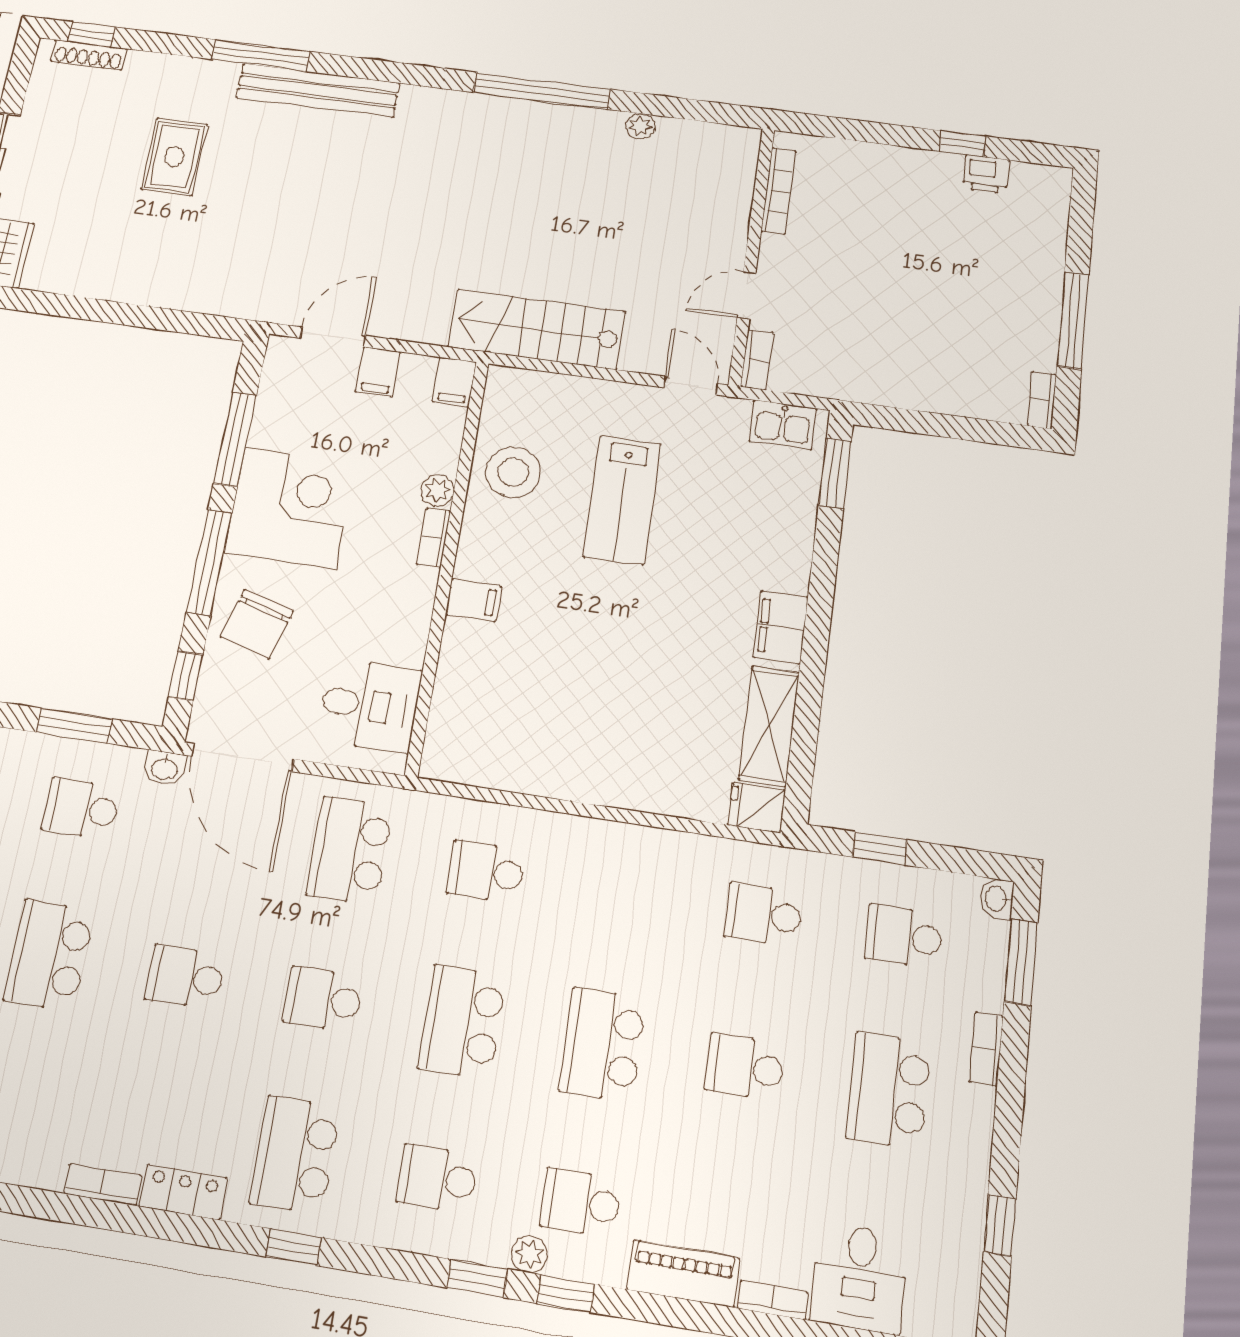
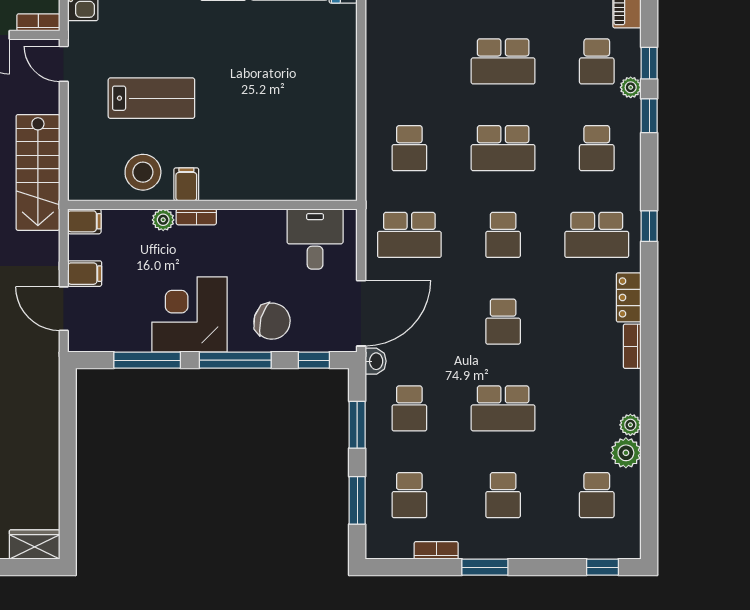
door: (691, 386) -> (64, 64), hinge flipped
filing cabinet: (473, 600) -> (186, 184), moved

